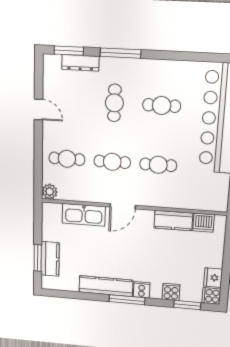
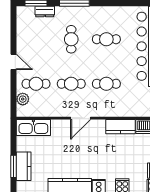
dresser: (80, 63) -> (45, 11), width x0.70
door: (39, 109) -> (14, 62), moved
plant: (50, 192) -> (23, 99), moved
kitchen sink: (84, 215) -> (33, 127), moved

